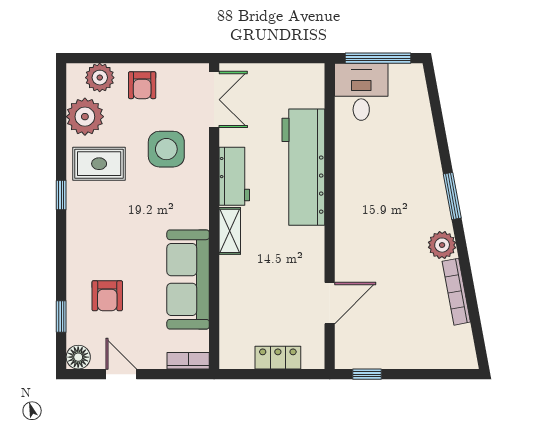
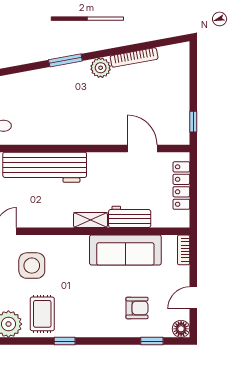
workbench: (234, 176) -> (130, 217), moved
locker: (278, 358) -> (181, 186), width x1.53

